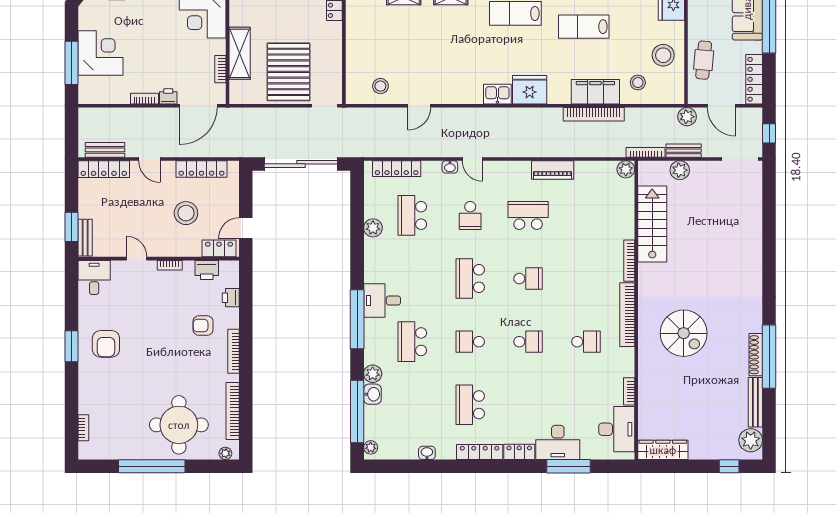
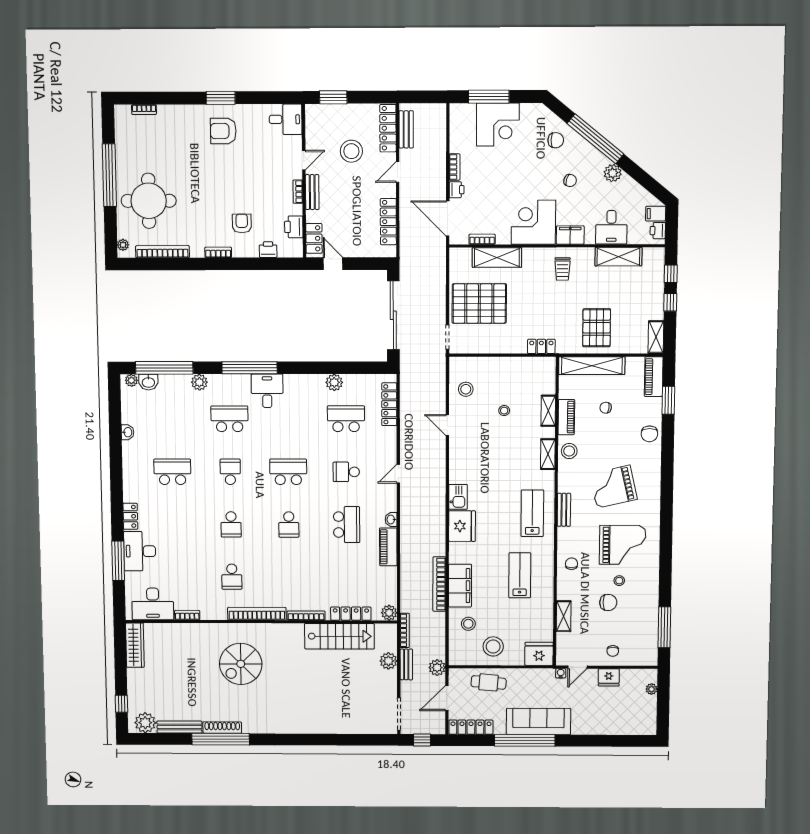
stool: (403, 45) -> (504, 411), added
washbasin: (450, 167) -> (391, 520), moved
stool: (186, 213) -> (351, 151), moved
bench: (85, 238) -> (312, 192), moved, turned 90
bookcase: (234, 351) -> (218, 252), width x0.64
washbasin: (372, 394) -> (148, 382), moved
locker: (480, 452) -> (351, 614), moved, turned -90

